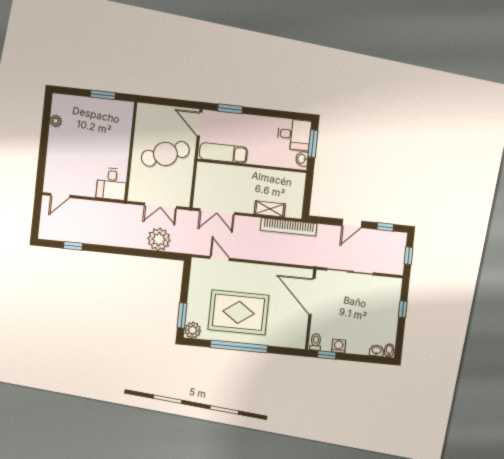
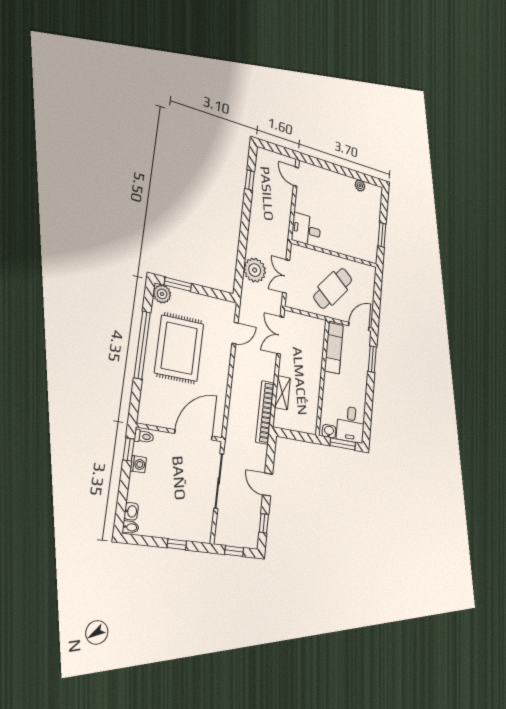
cafe table: (165, 154) -> (333, 288), turned 61

